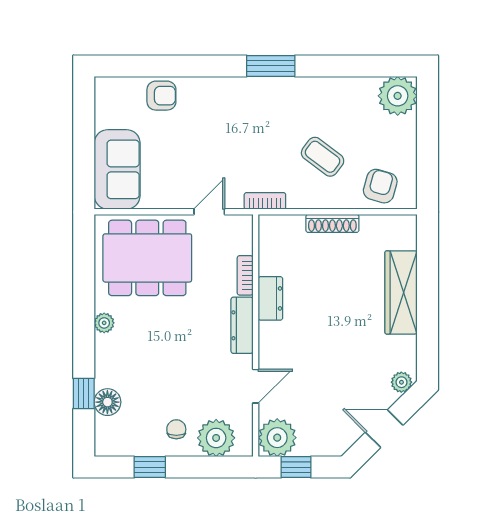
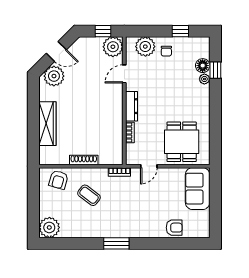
armchair: (161, 96) -> (174, 228), turned 180
dining table: (147, 258) -> (182, 142), width x0.73
dresser: (270, 298) -> (117, 120), removed
plant: (104, 323) -> (204, 79), moved
plant: (401, 382) -> (54, 76), width x1.88, depth x1.88

